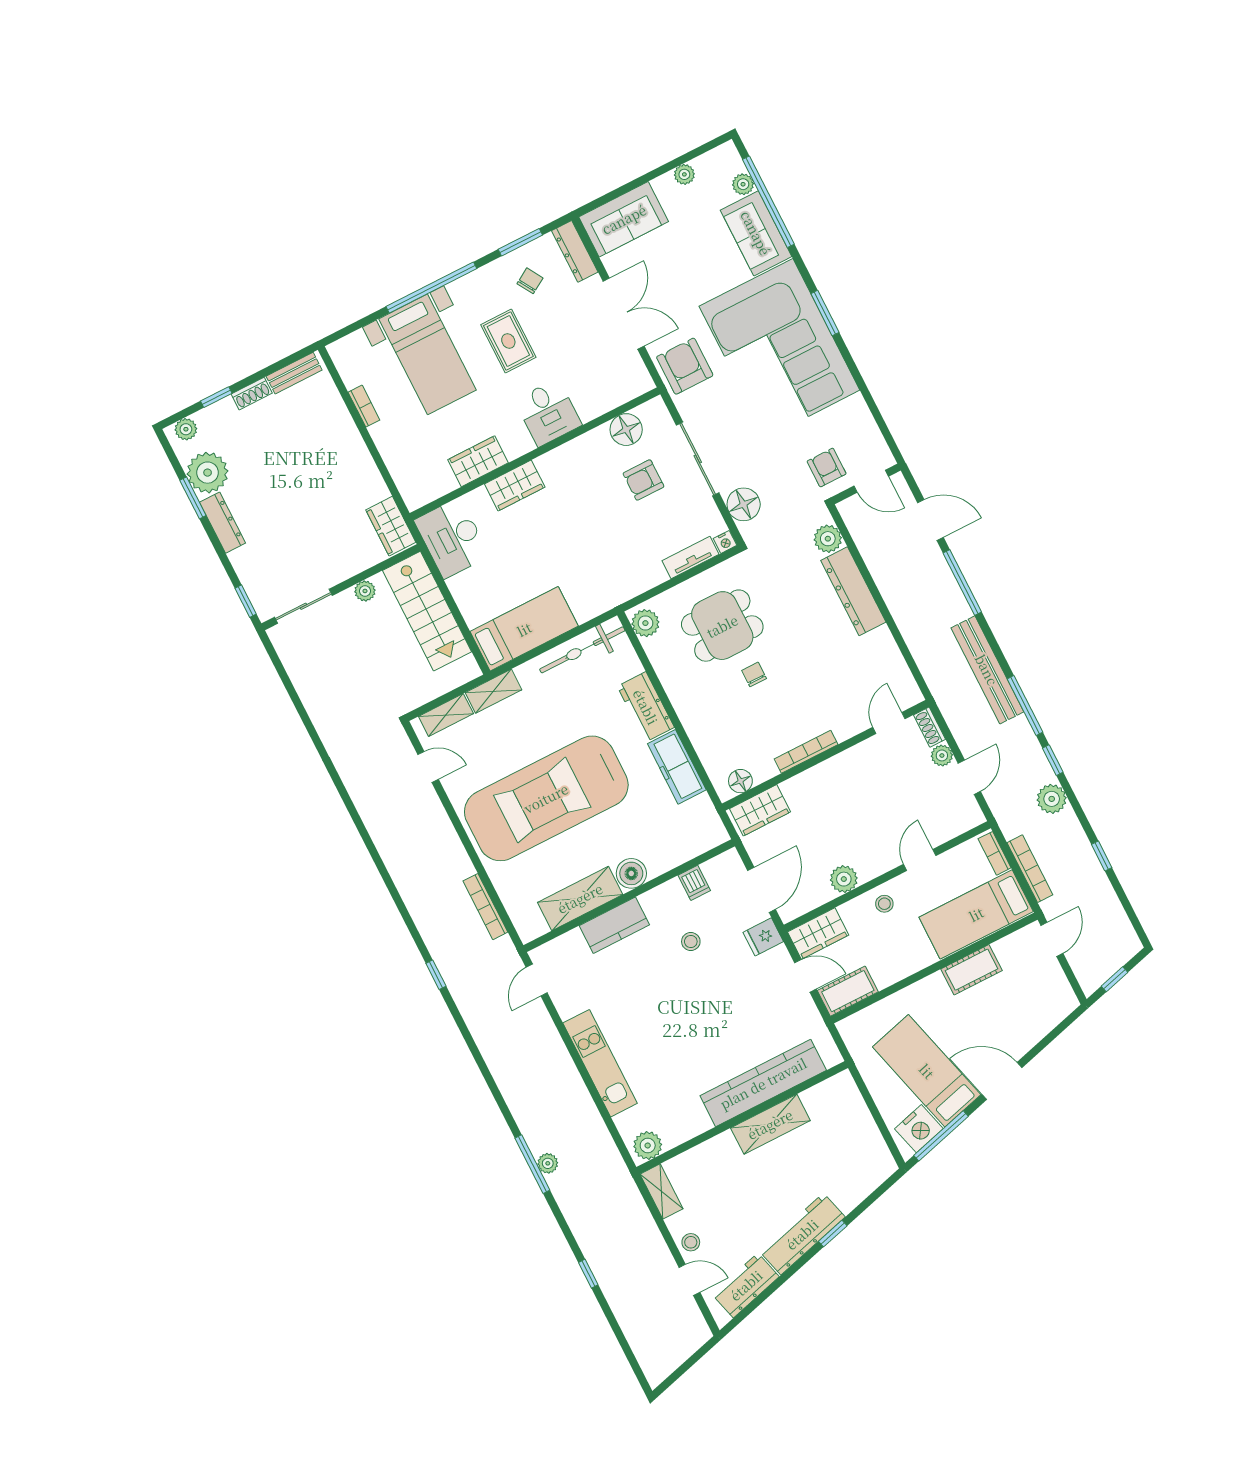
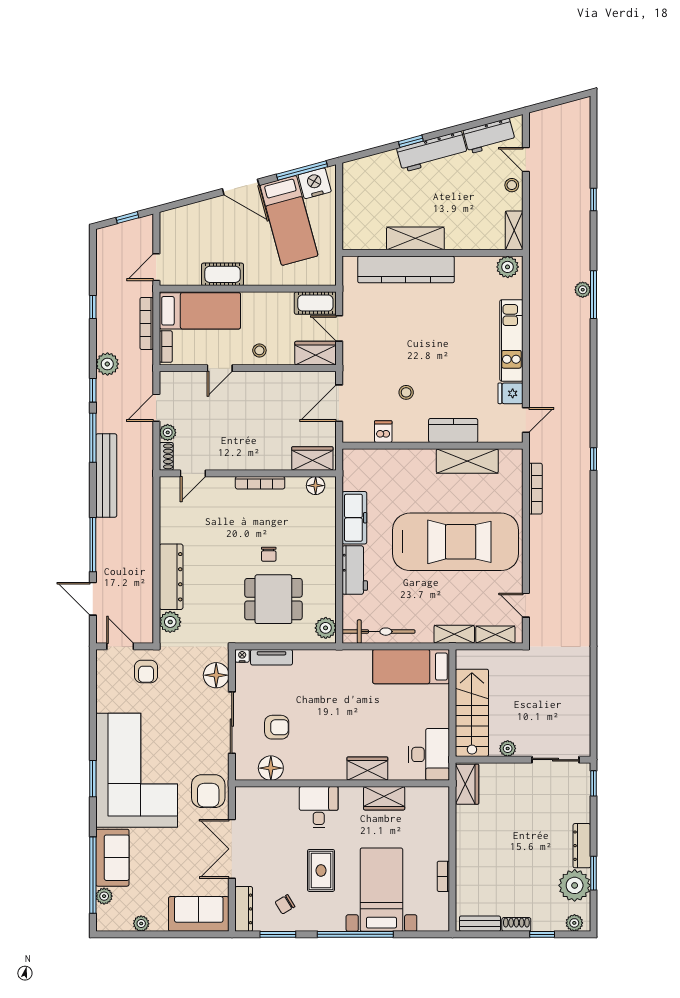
boiler: (631, 873) -> (423, 460), removed
plant: (844, 879) -> (279, 382), removed
fridge: (763, 937) -> (511, 393), moved, turned 180

